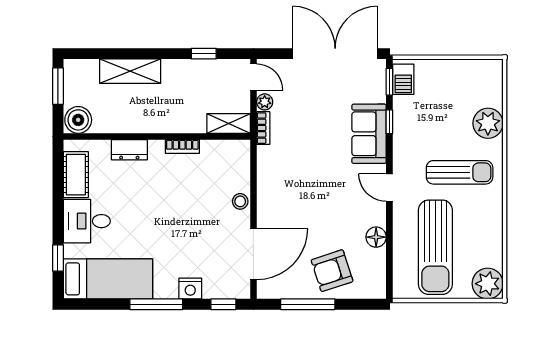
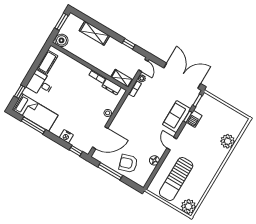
barbecue: (403, 79) -> (194, 119), moved
dresser: (129, 150) -> (112, 87), moved
sun lounger: (460, 172) -> (204, 154), removed
window: (156, 304) -> (33, 125), moved

